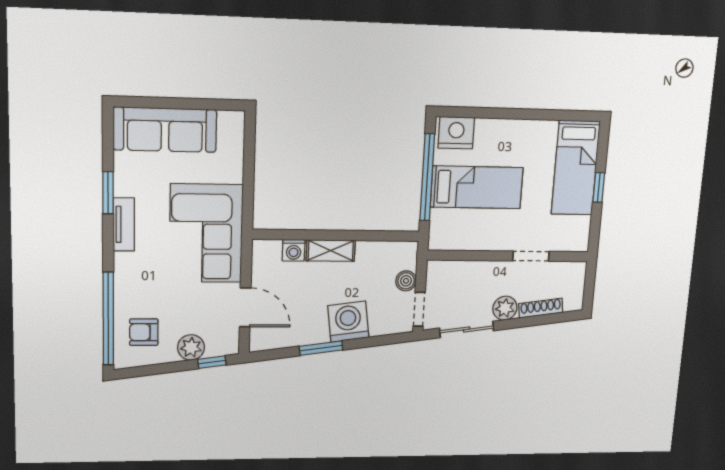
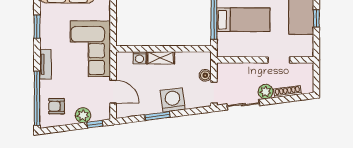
tv unit: (124, 224) -> (45, 64), moved

